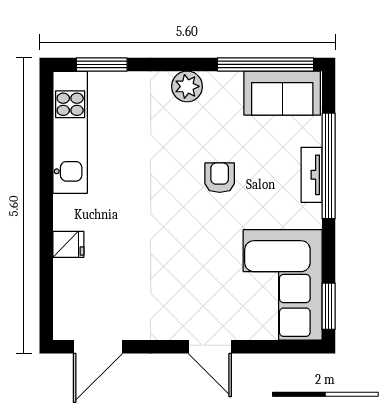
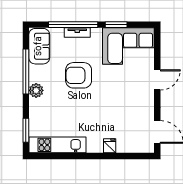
window: (265, 64) -> (26, 72), moved
armchair: (220, 178) -> (79, 75), width x1.88, depth x1.88
window: (329, 306) -> (116, 25), moved

